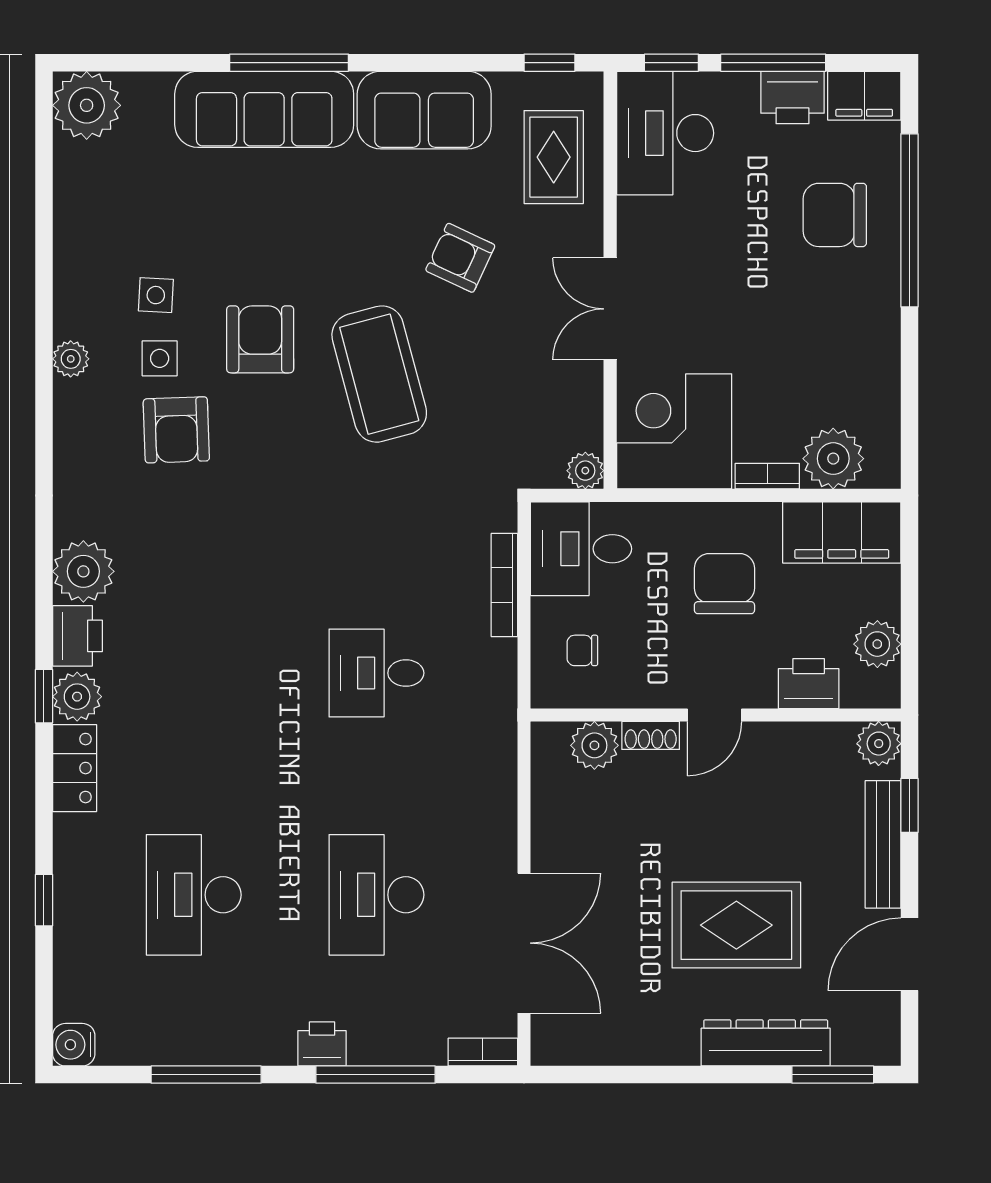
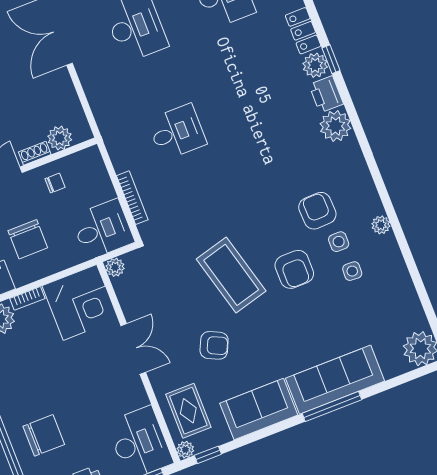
plant: (587, 88) -> (185, 450), added
chair: (582, 650) -> (55, 183), moved

